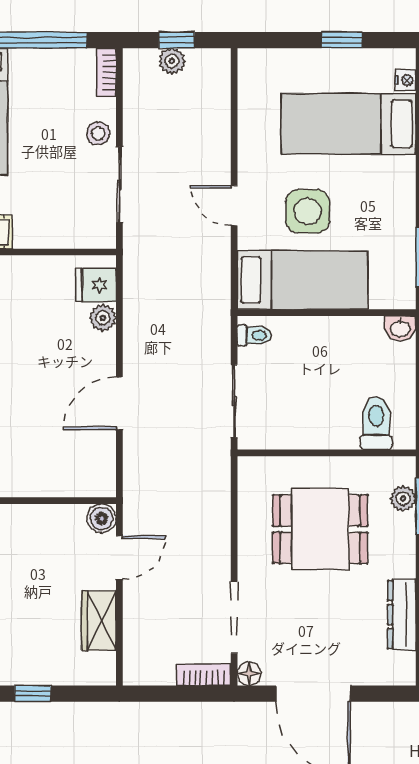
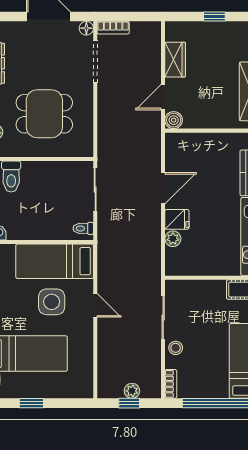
fridge: (96, 285) -> (177, 219), moved

